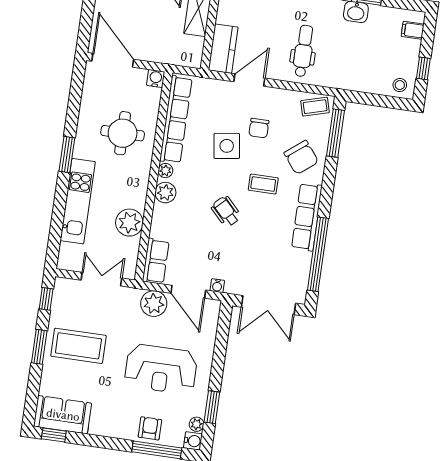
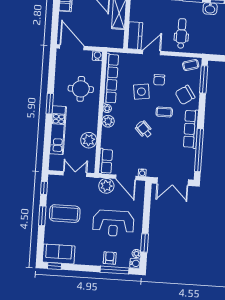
chair: (301, 157) -> (185, 95), turned 94

